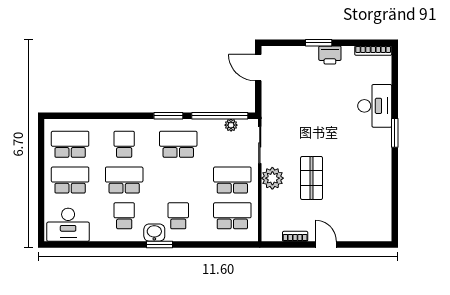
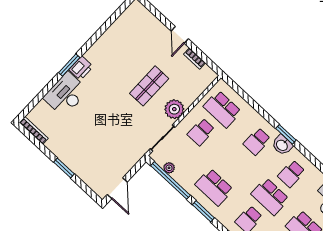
printer: (330, 55) -> (81, 68), moved, turned 90
school desk: (232, 180) -> (201, 132), width x0.54

